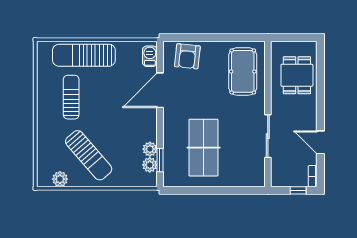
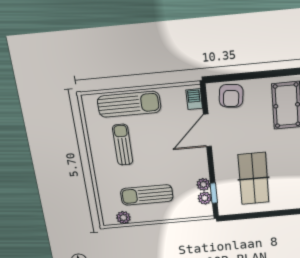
sun lounger: (84, 55) -> (129, 104), turned 180
sun lounger: (89, 155) -> (147, 195), turned 131

